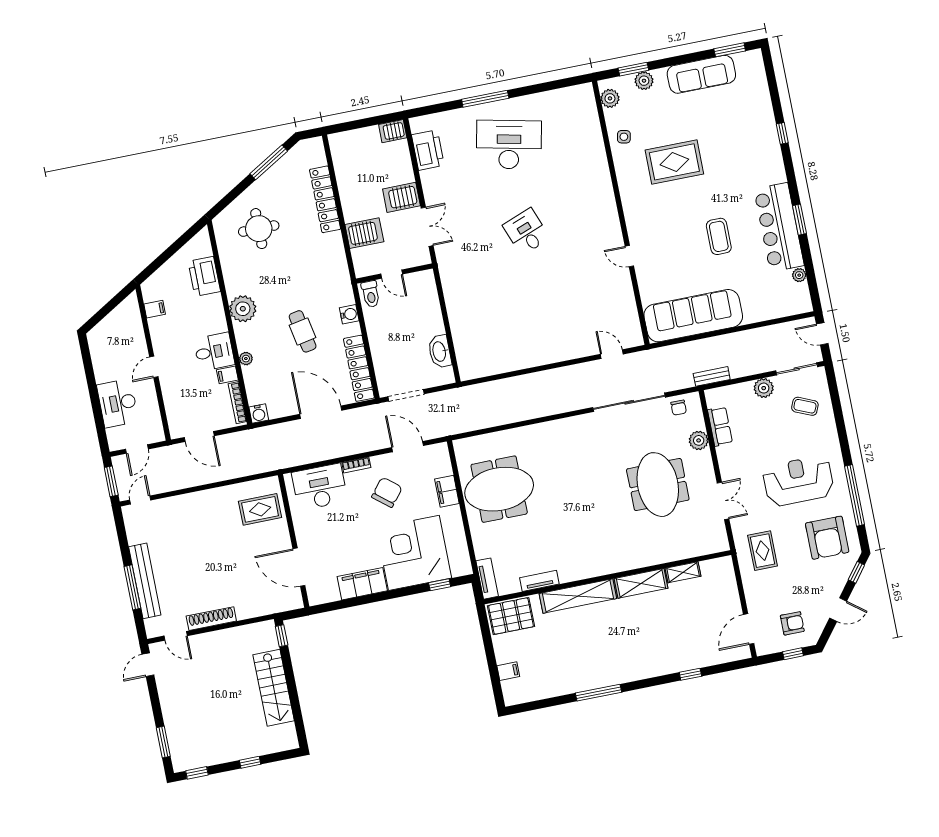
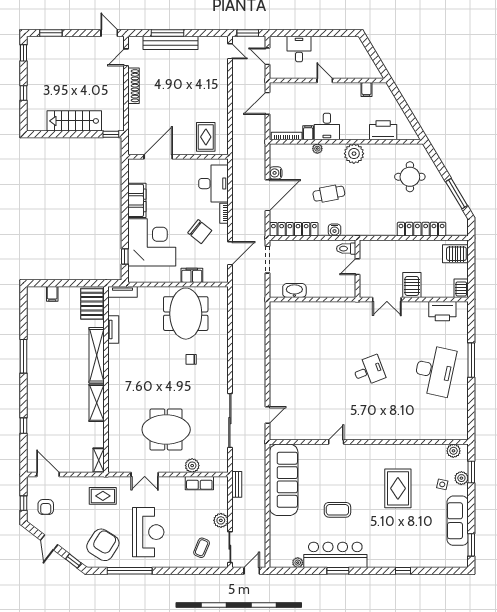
side table: (624, 137) -> (442, 484), moved
server rack: (364, 233) -> (455, 254), moved, turned 90
desk: (118, 403) -> (299, 49), width x0.73
chair: (679, 408) -> (191, 359), moved
water cooler: (259, 414) -> (276, 173), moved
armchair: (827, 538) -> (103, 545), turned 122
shelving: (683, 572) -> (99, 460), moved

